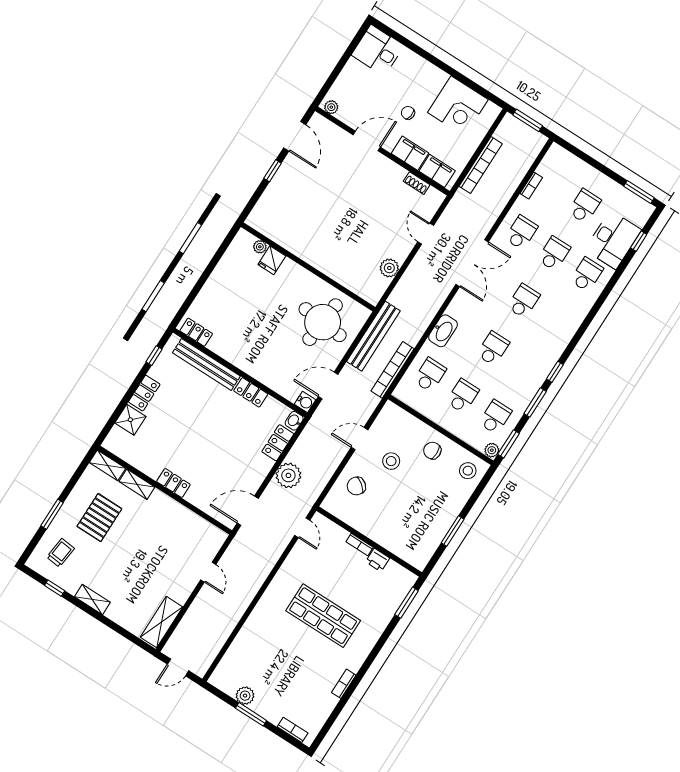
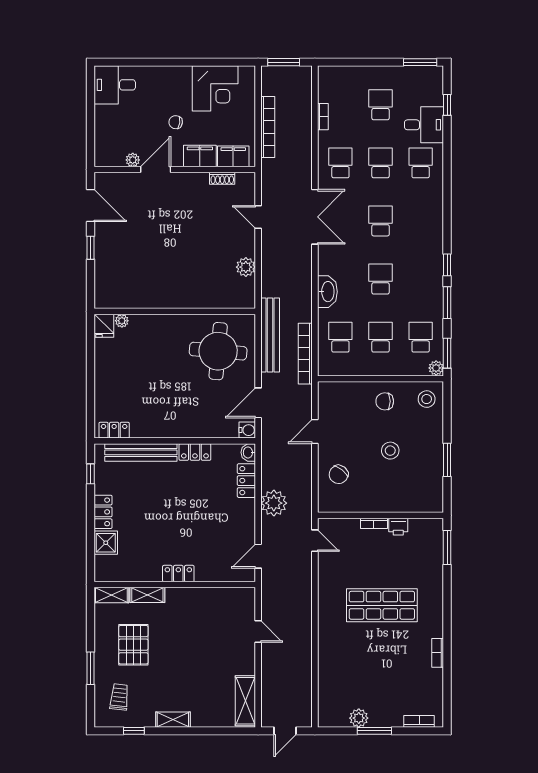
plant: (331, 107) -> (133, 160), moved
desk: (613, 240) -> (424, 125), width x0.73
fridge: (272, 260) -> (104, 326), moved
stool: (391, 461) -> (390, 451), moved
door: (248, 511) -> (258, 556), width x0.73

